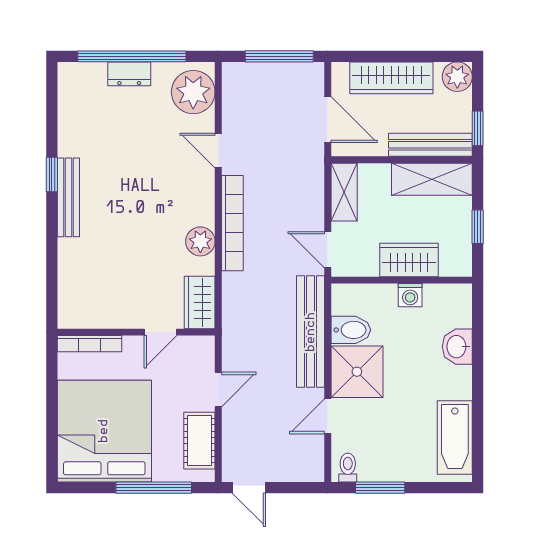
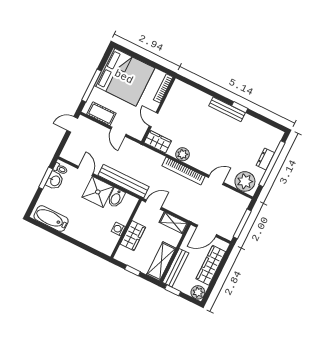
washbasin: (457, 347) -> (55, 181), moved, turned 90

